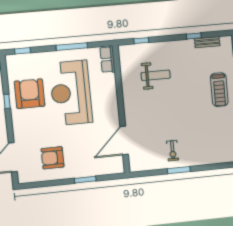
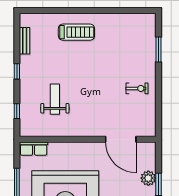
window: (194, 36) -> (17, 71), moved
plant: (90, 170) -> (148, 178), added
window: (179, 170) -> (158, 50), moved

